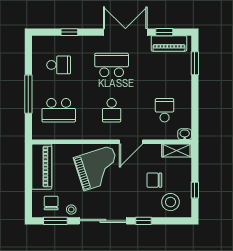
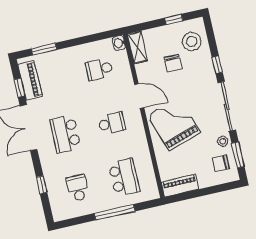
piano: (42, 167) -> (180, 185), width x0.73, depth x0.75

